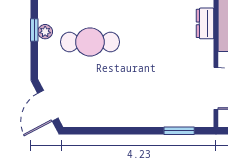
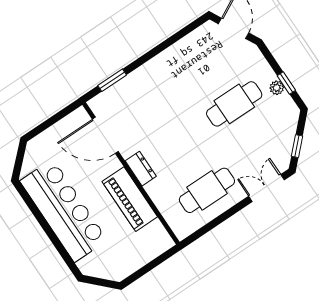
dresser: (205, 23) -> (141, 169), moved

